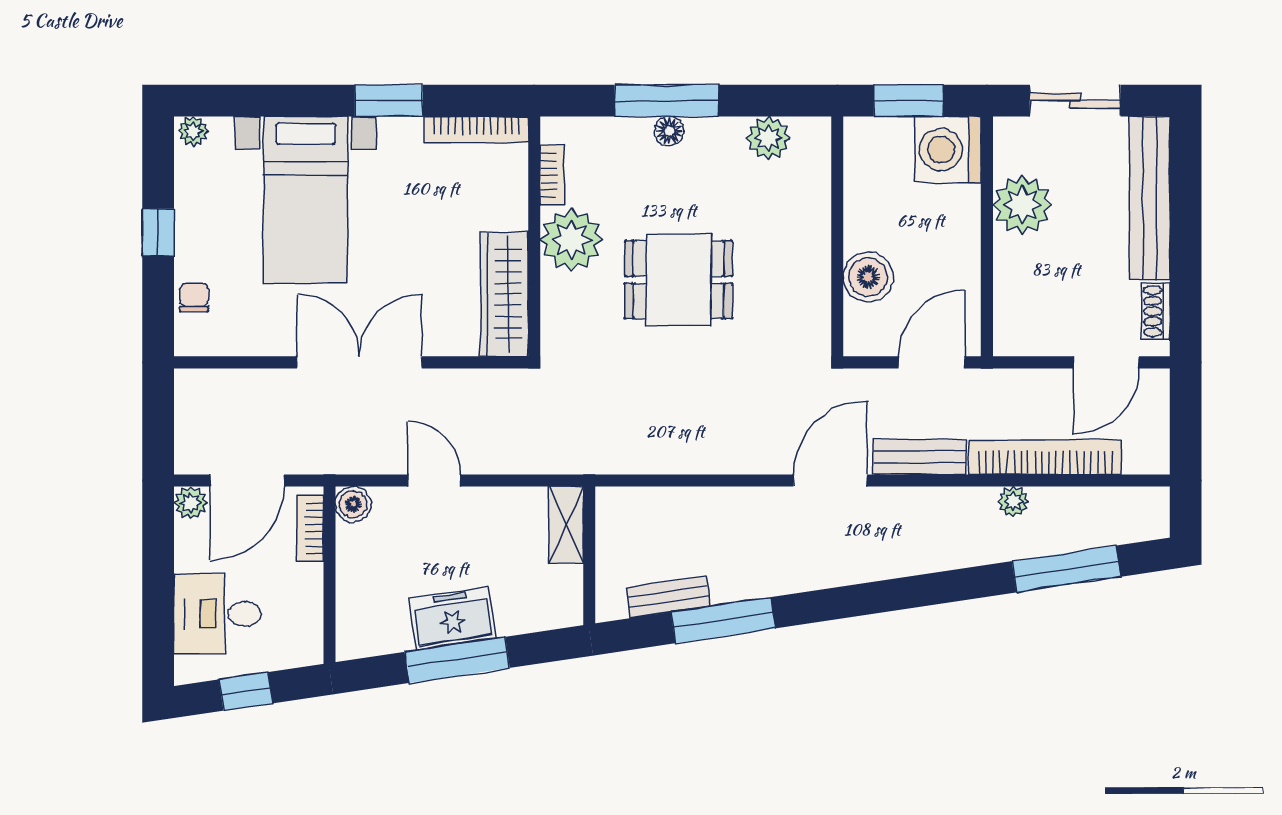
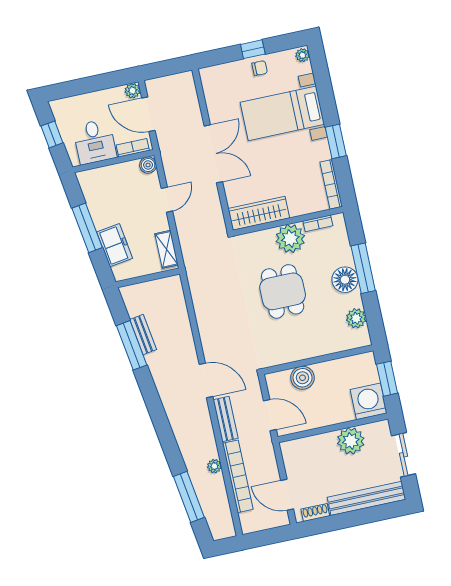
floor lamp: (669, 131) -> (345, 280), width x1.89, depth x1.89
chair: (194, 297) -> (260, 68), moved
shelving: (566, 525) -> (167, 249), moved, turned 90
bench: (668, 597) -> (143, 335), moved
desk: (217, 614) -> (95, 142), moved, turned 180
freezer: (452, 618) -> (115, 245), moved

